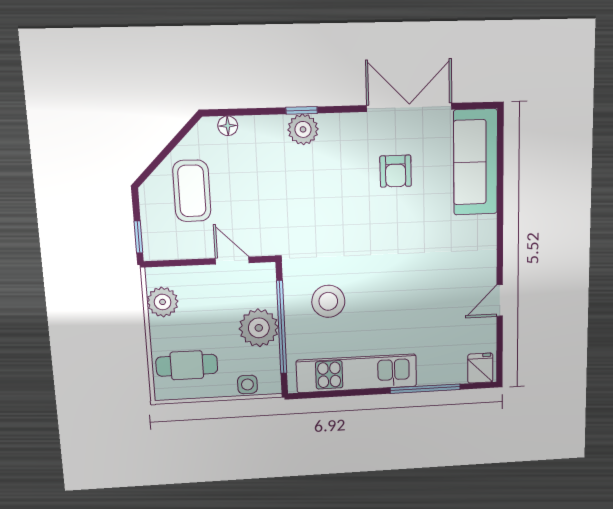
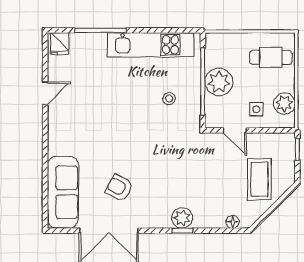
armchair: (396, 171) -> (119, 188), turned -62
stool: (328, 301) -> (169, 99), width x0.53, depth x0.53
side table: (247, 384) -> (256, 109), moved

